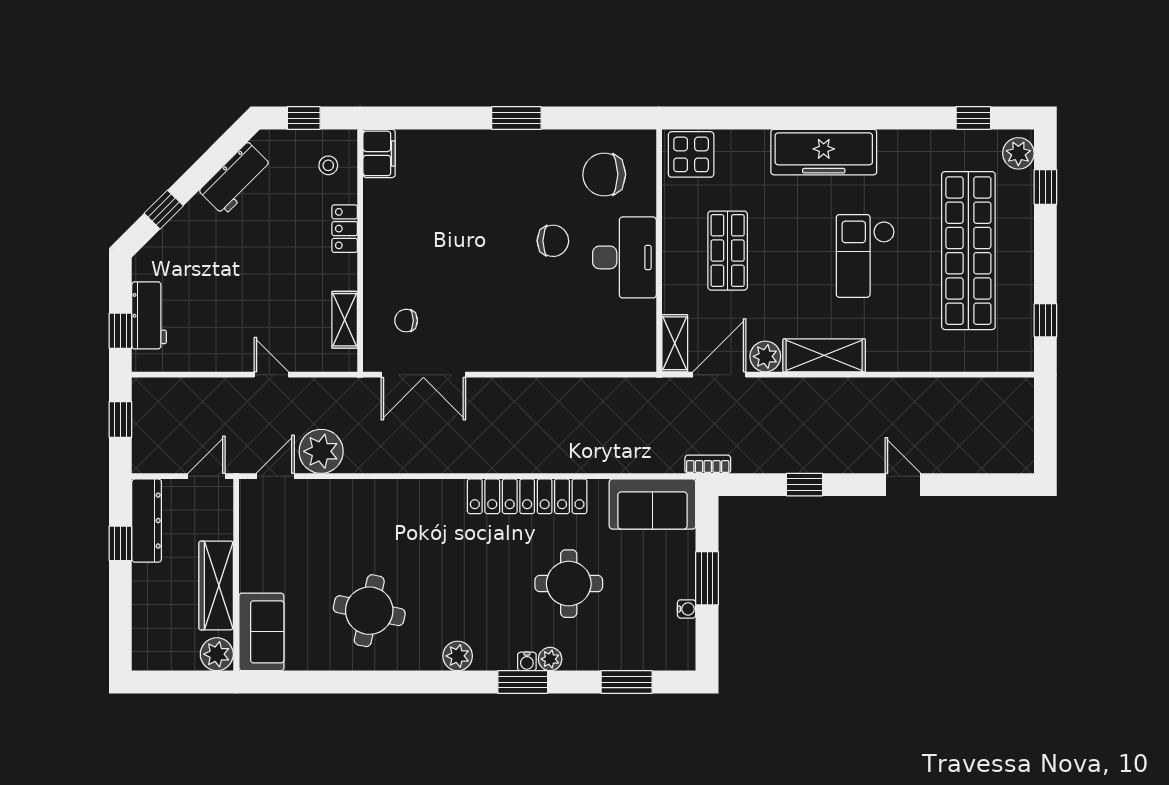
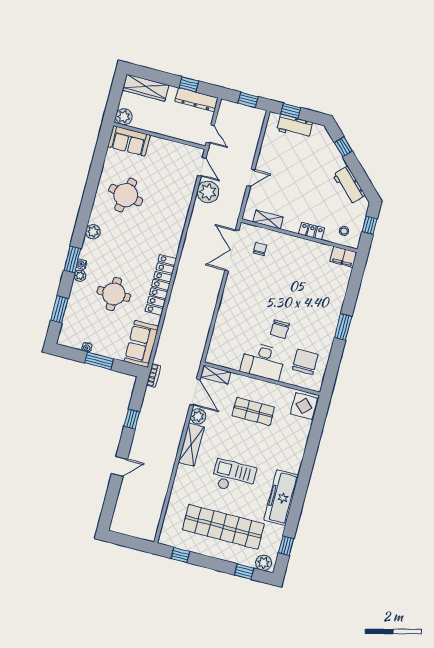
freezer: (824, 152) -> (281, 498), moved
wardrobe: (216, 585) -> (146, 88), moved, turned 180

